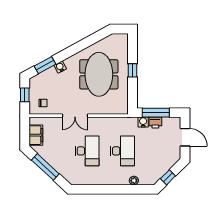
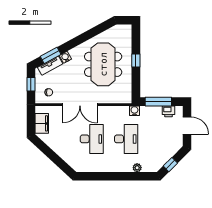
tv unit: (44, 76) -> (50, 66), added
double door: (75, 116) -> (80, 105), width x1.37
water cooler: (143, 122) -> (134, 111), moved
printer: (155, 123) -> (168, 111), moved
window: (45, 167) -> (51, 154), removed

